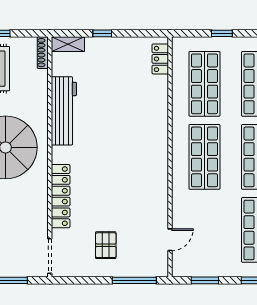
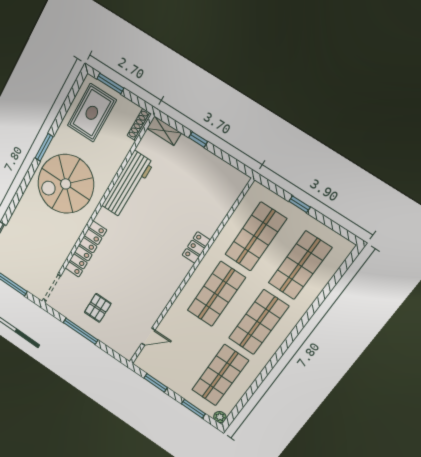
locker: (160, 59) -> (196, 248), moved
window: (134, 280) -> (81, 331), moved

